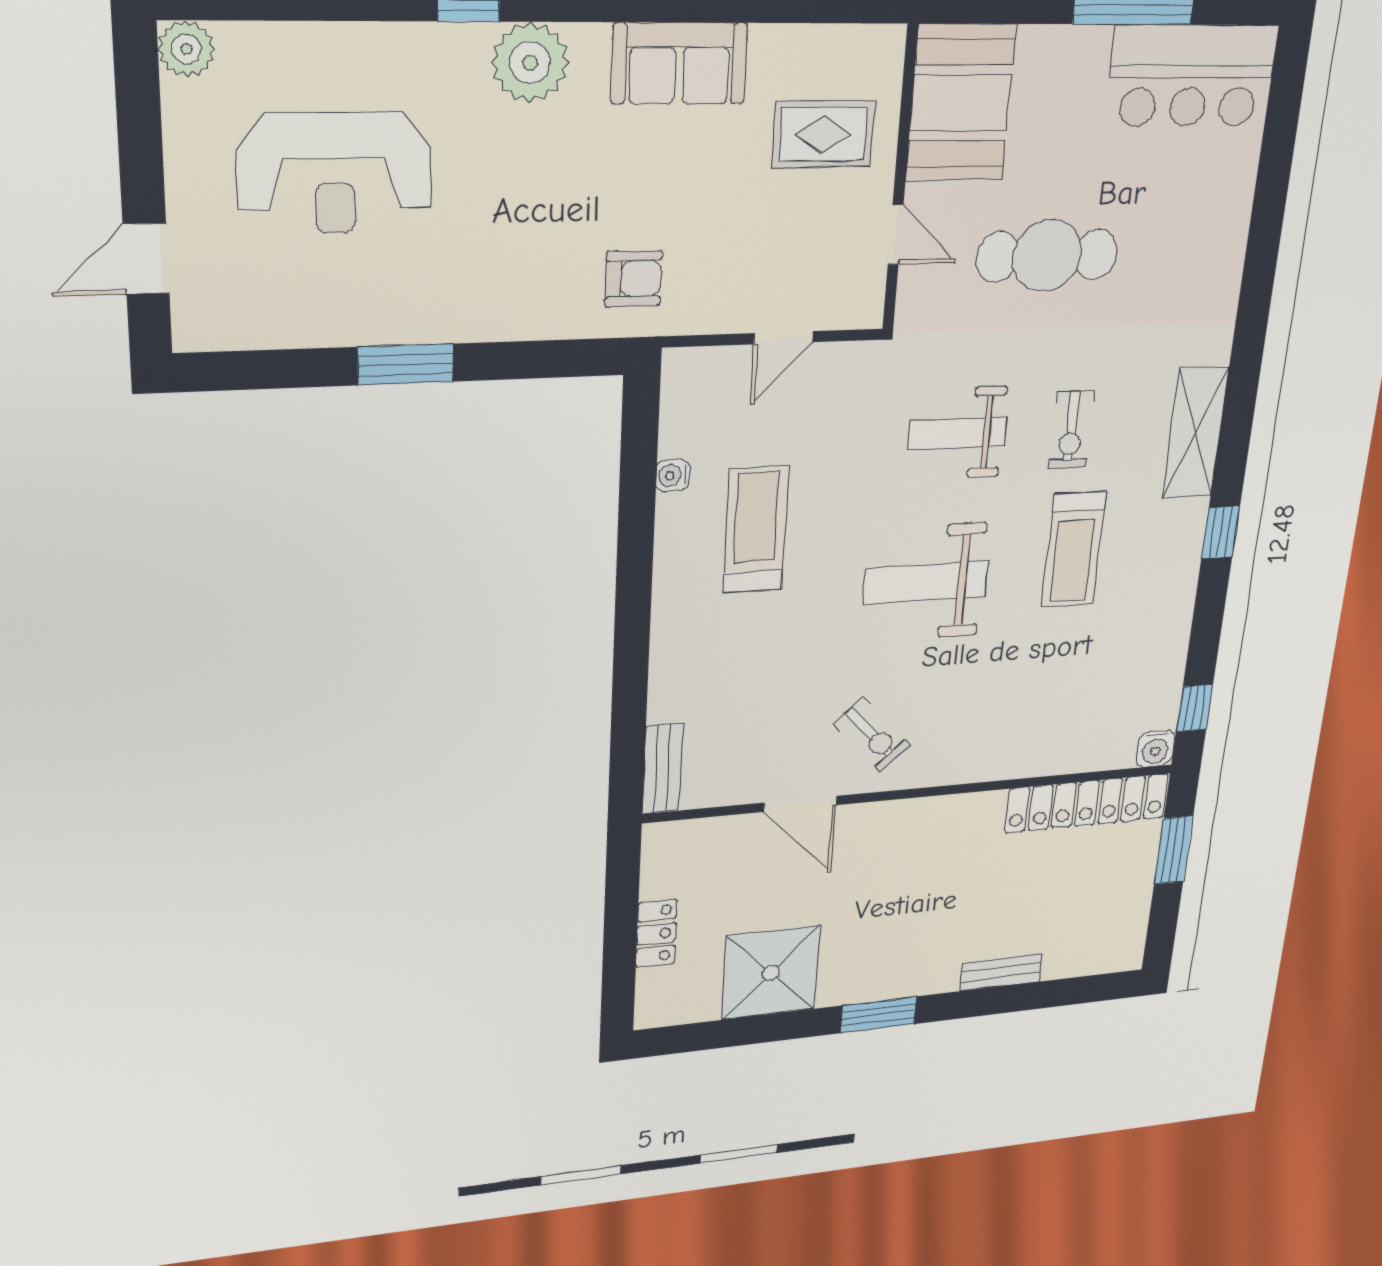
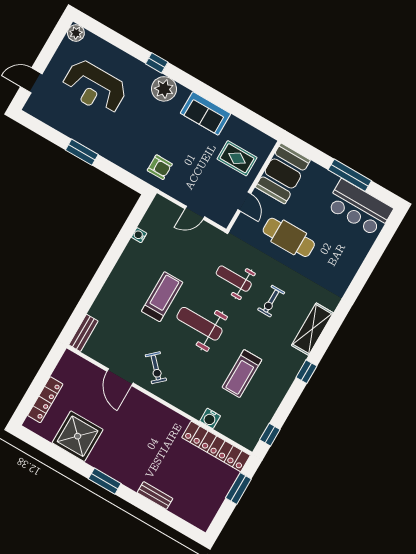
treadmill: (756, 530) -> (162, 297), moved
treadmill: (1074, 549) -> (242, 374), moved
water cooler: (1155, 749) -> (210, 418), moved
locker: (656, 934) -> (45, 400), width x1.53

